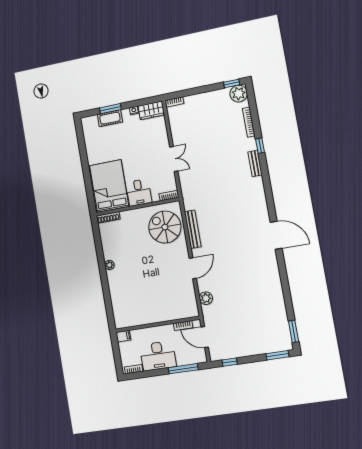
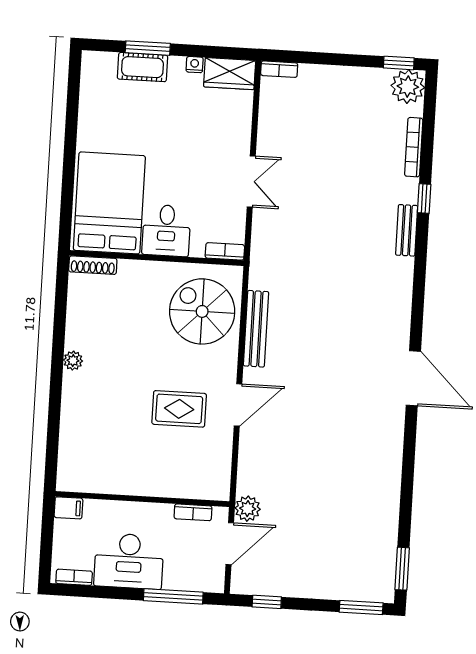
rug: (165, 277) -> (179, 409), added
plant: (206, 298) -> (248, 509), moved
door: (205, 337) -> (230, 544), swing flipped

